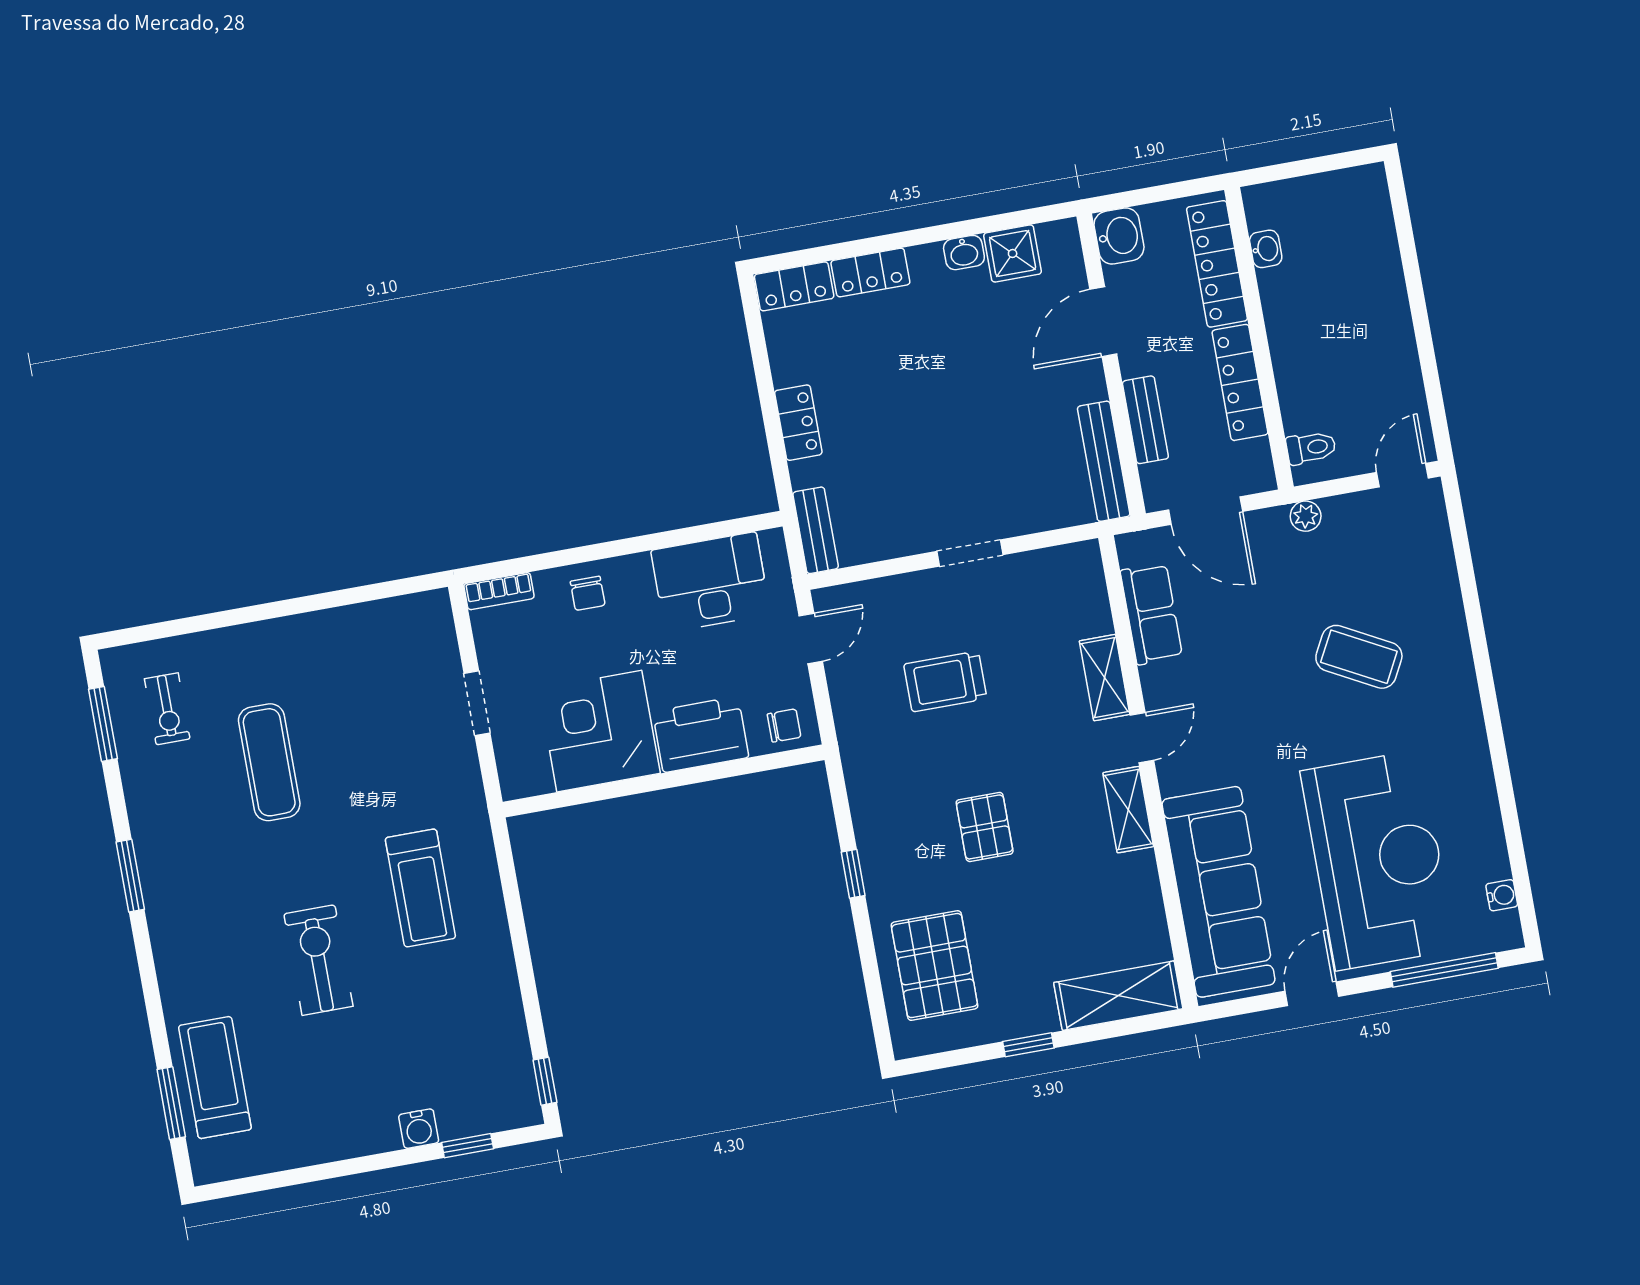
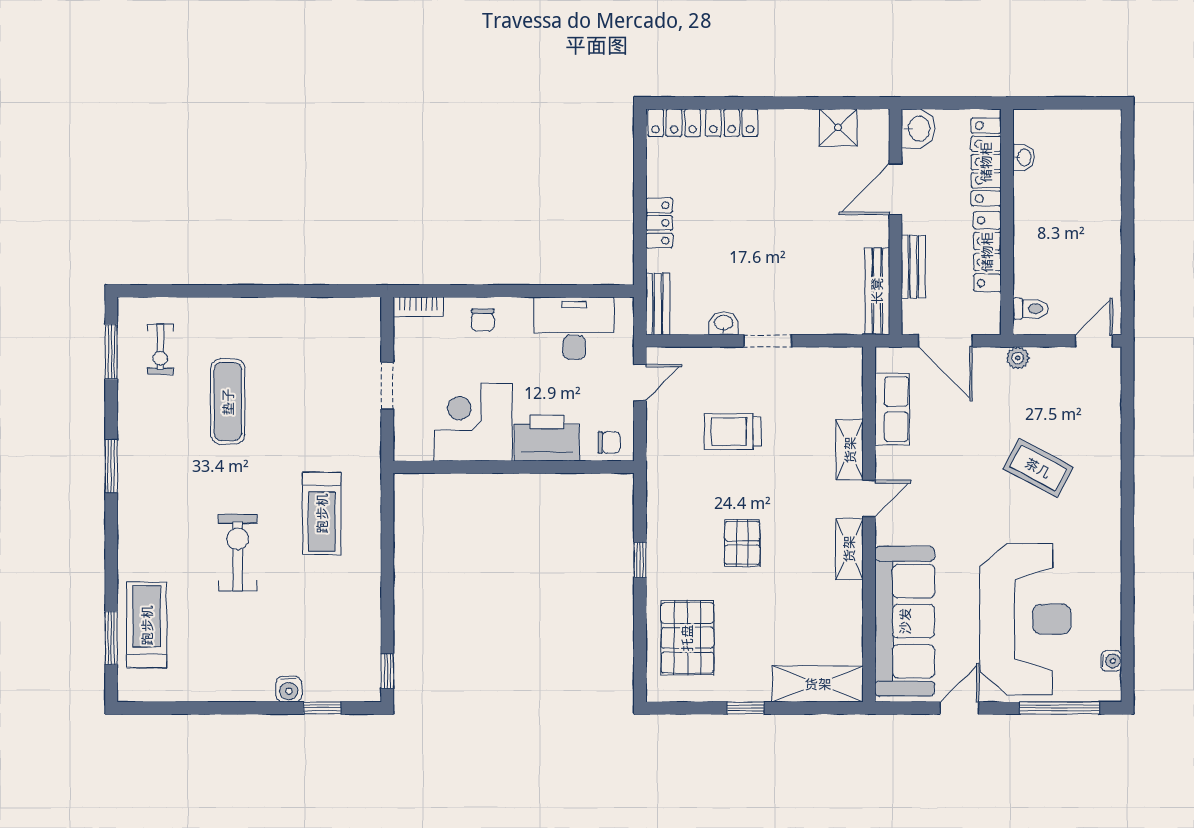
washbasin: (964, 253) -> (724, 323), moved, turned 180

